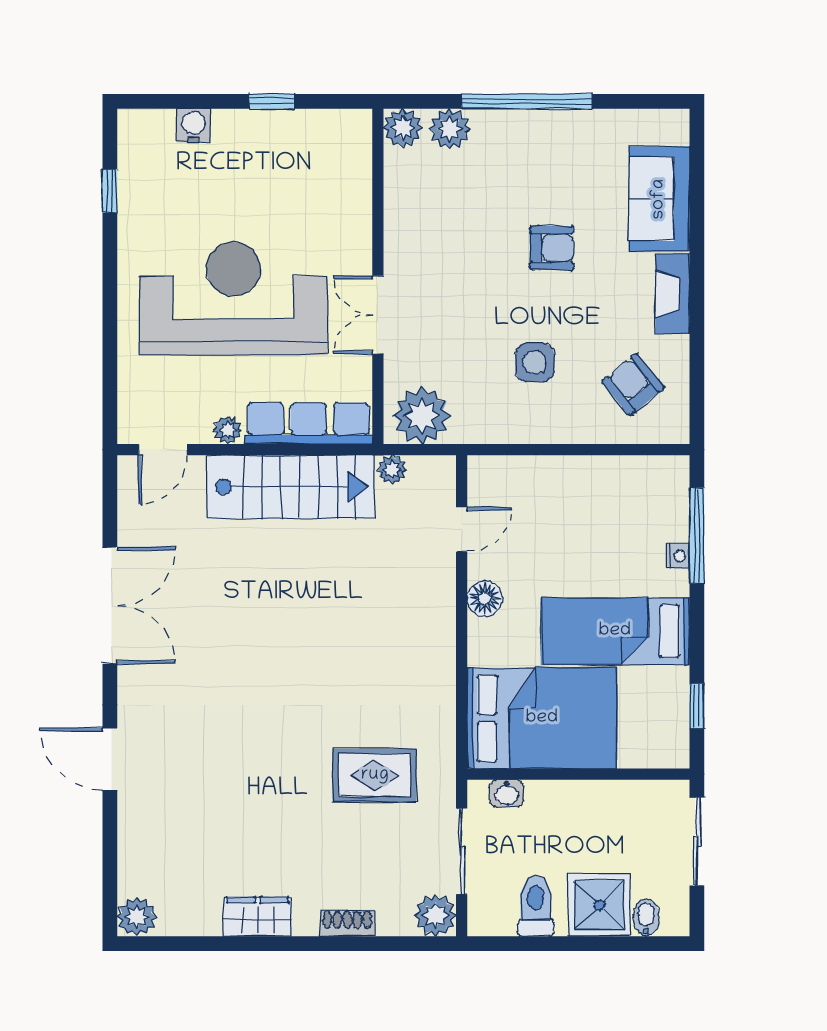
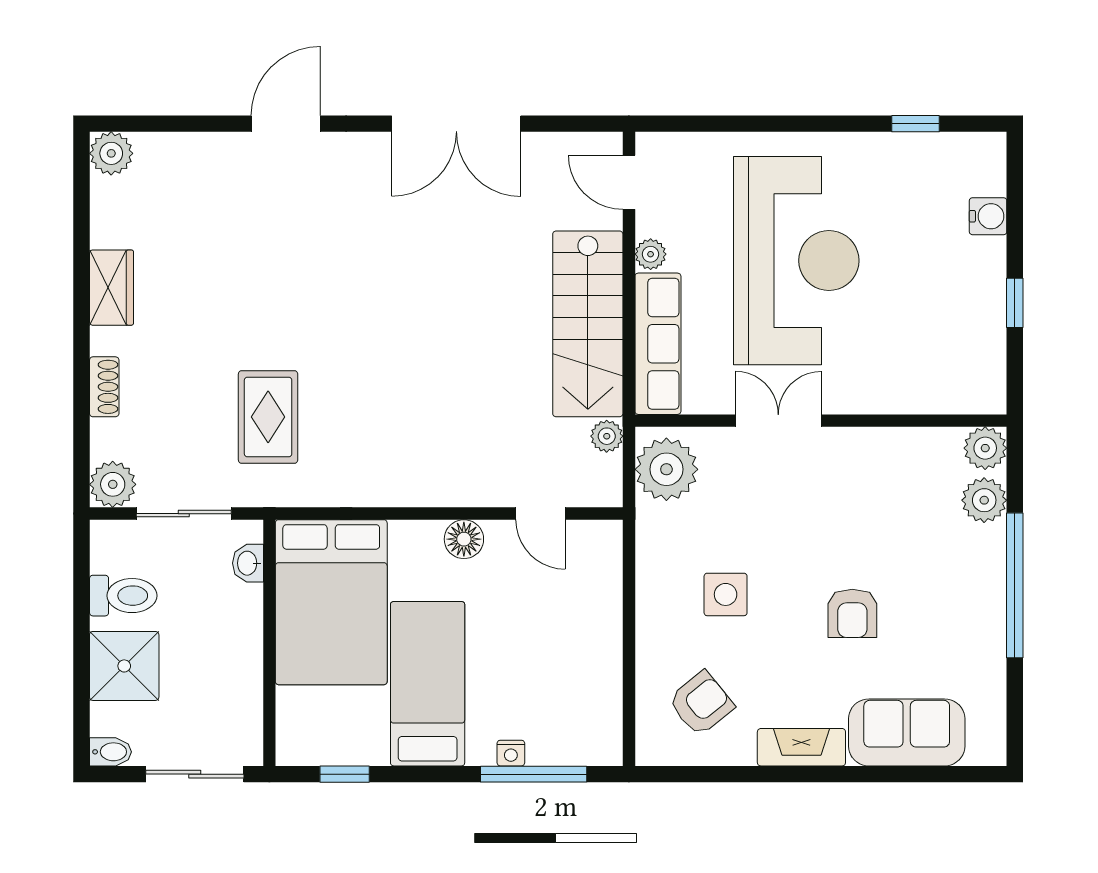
bidet: (646, 917) -> (111, 752), moved

